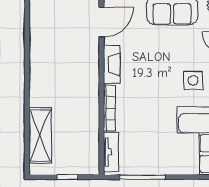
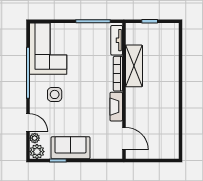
door: (102, 22) -> (124, 139), swing flipped
shelving: (40, 136) -> (134, 66), moved

